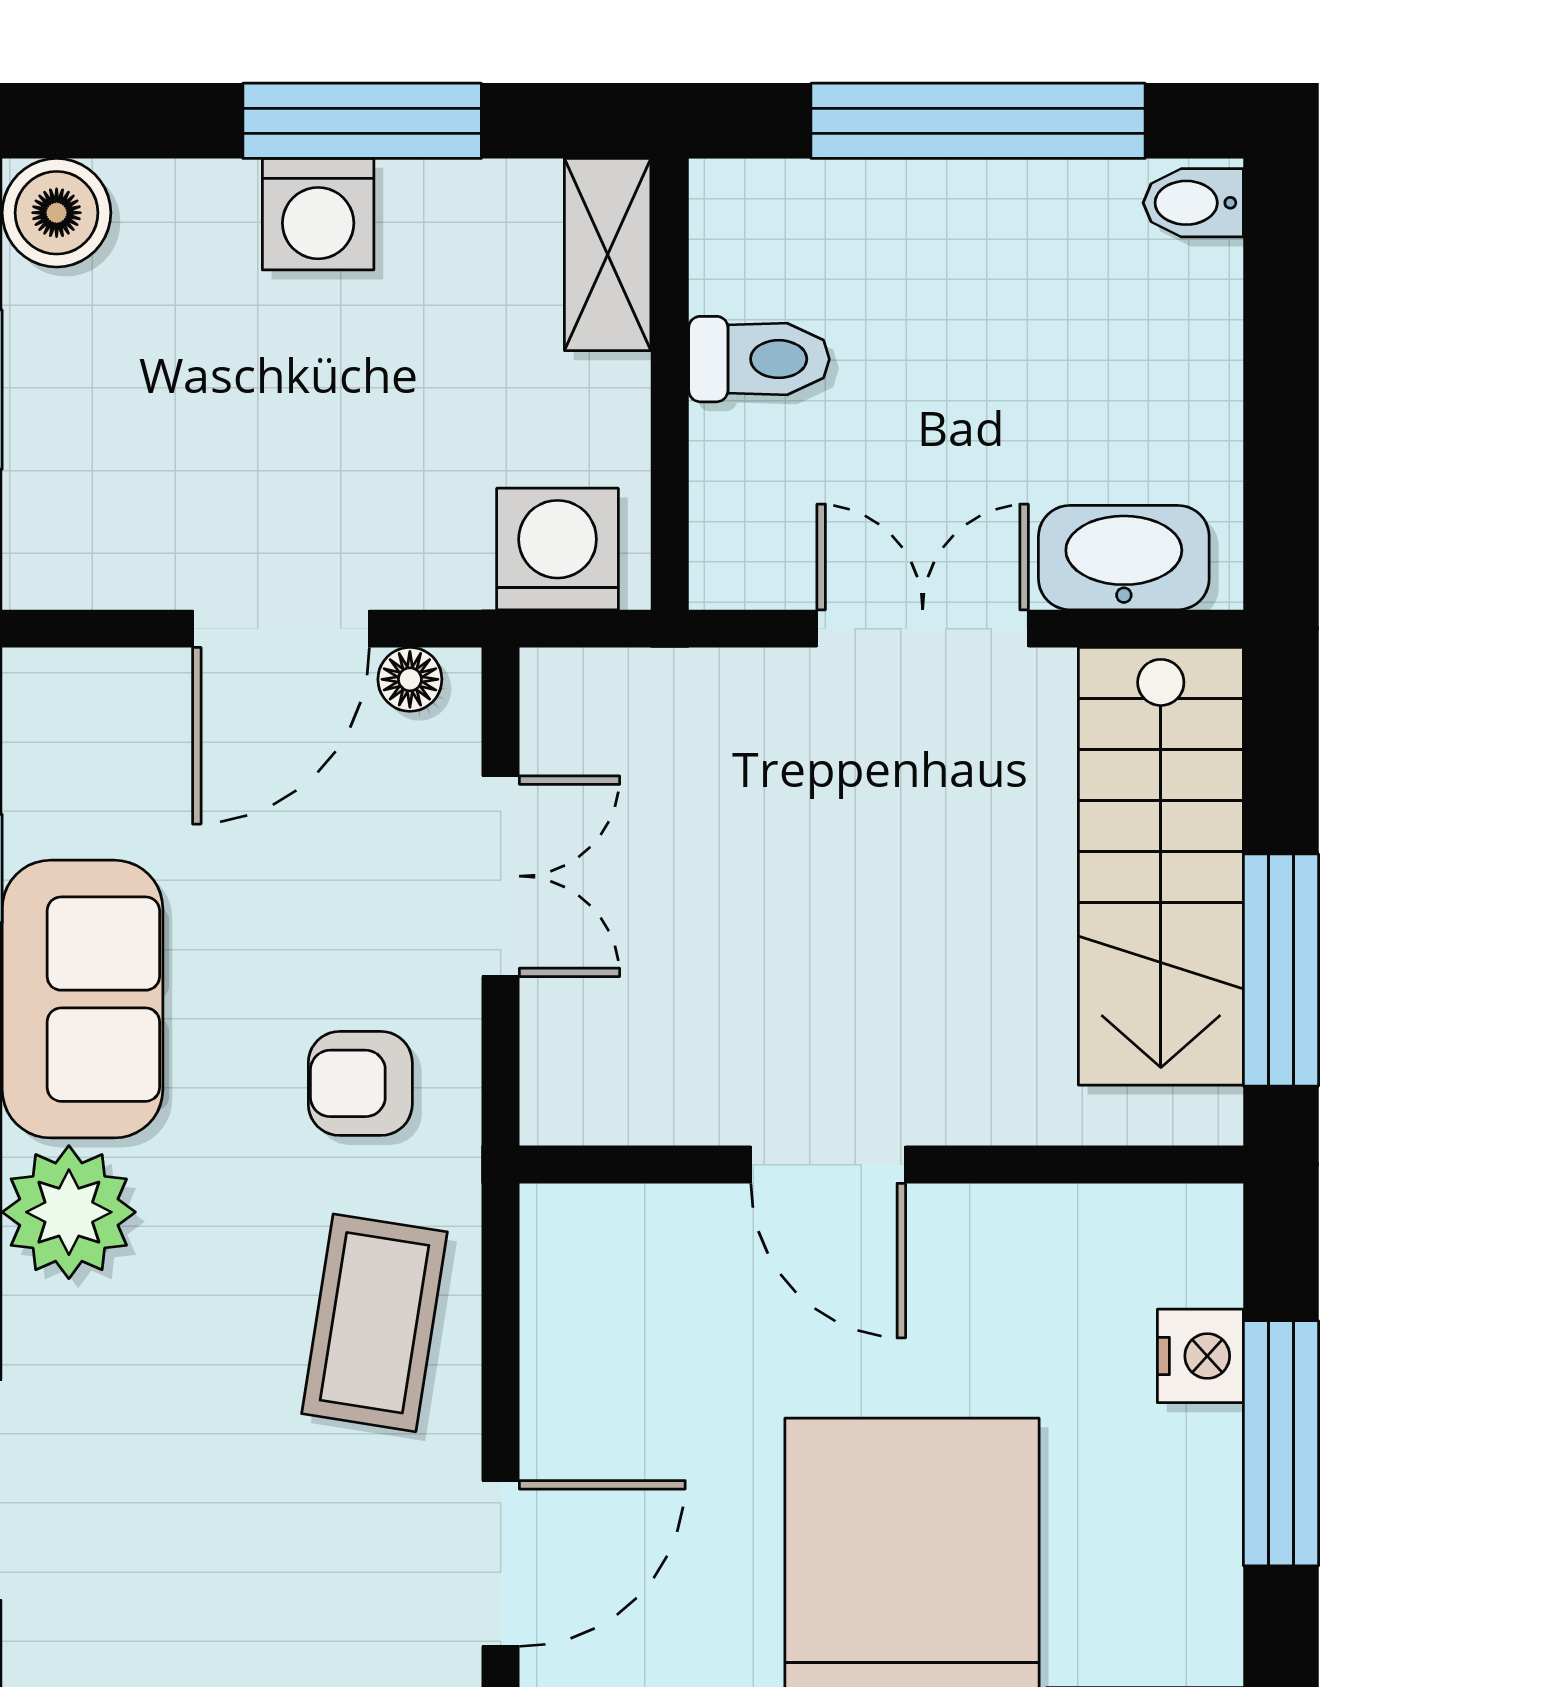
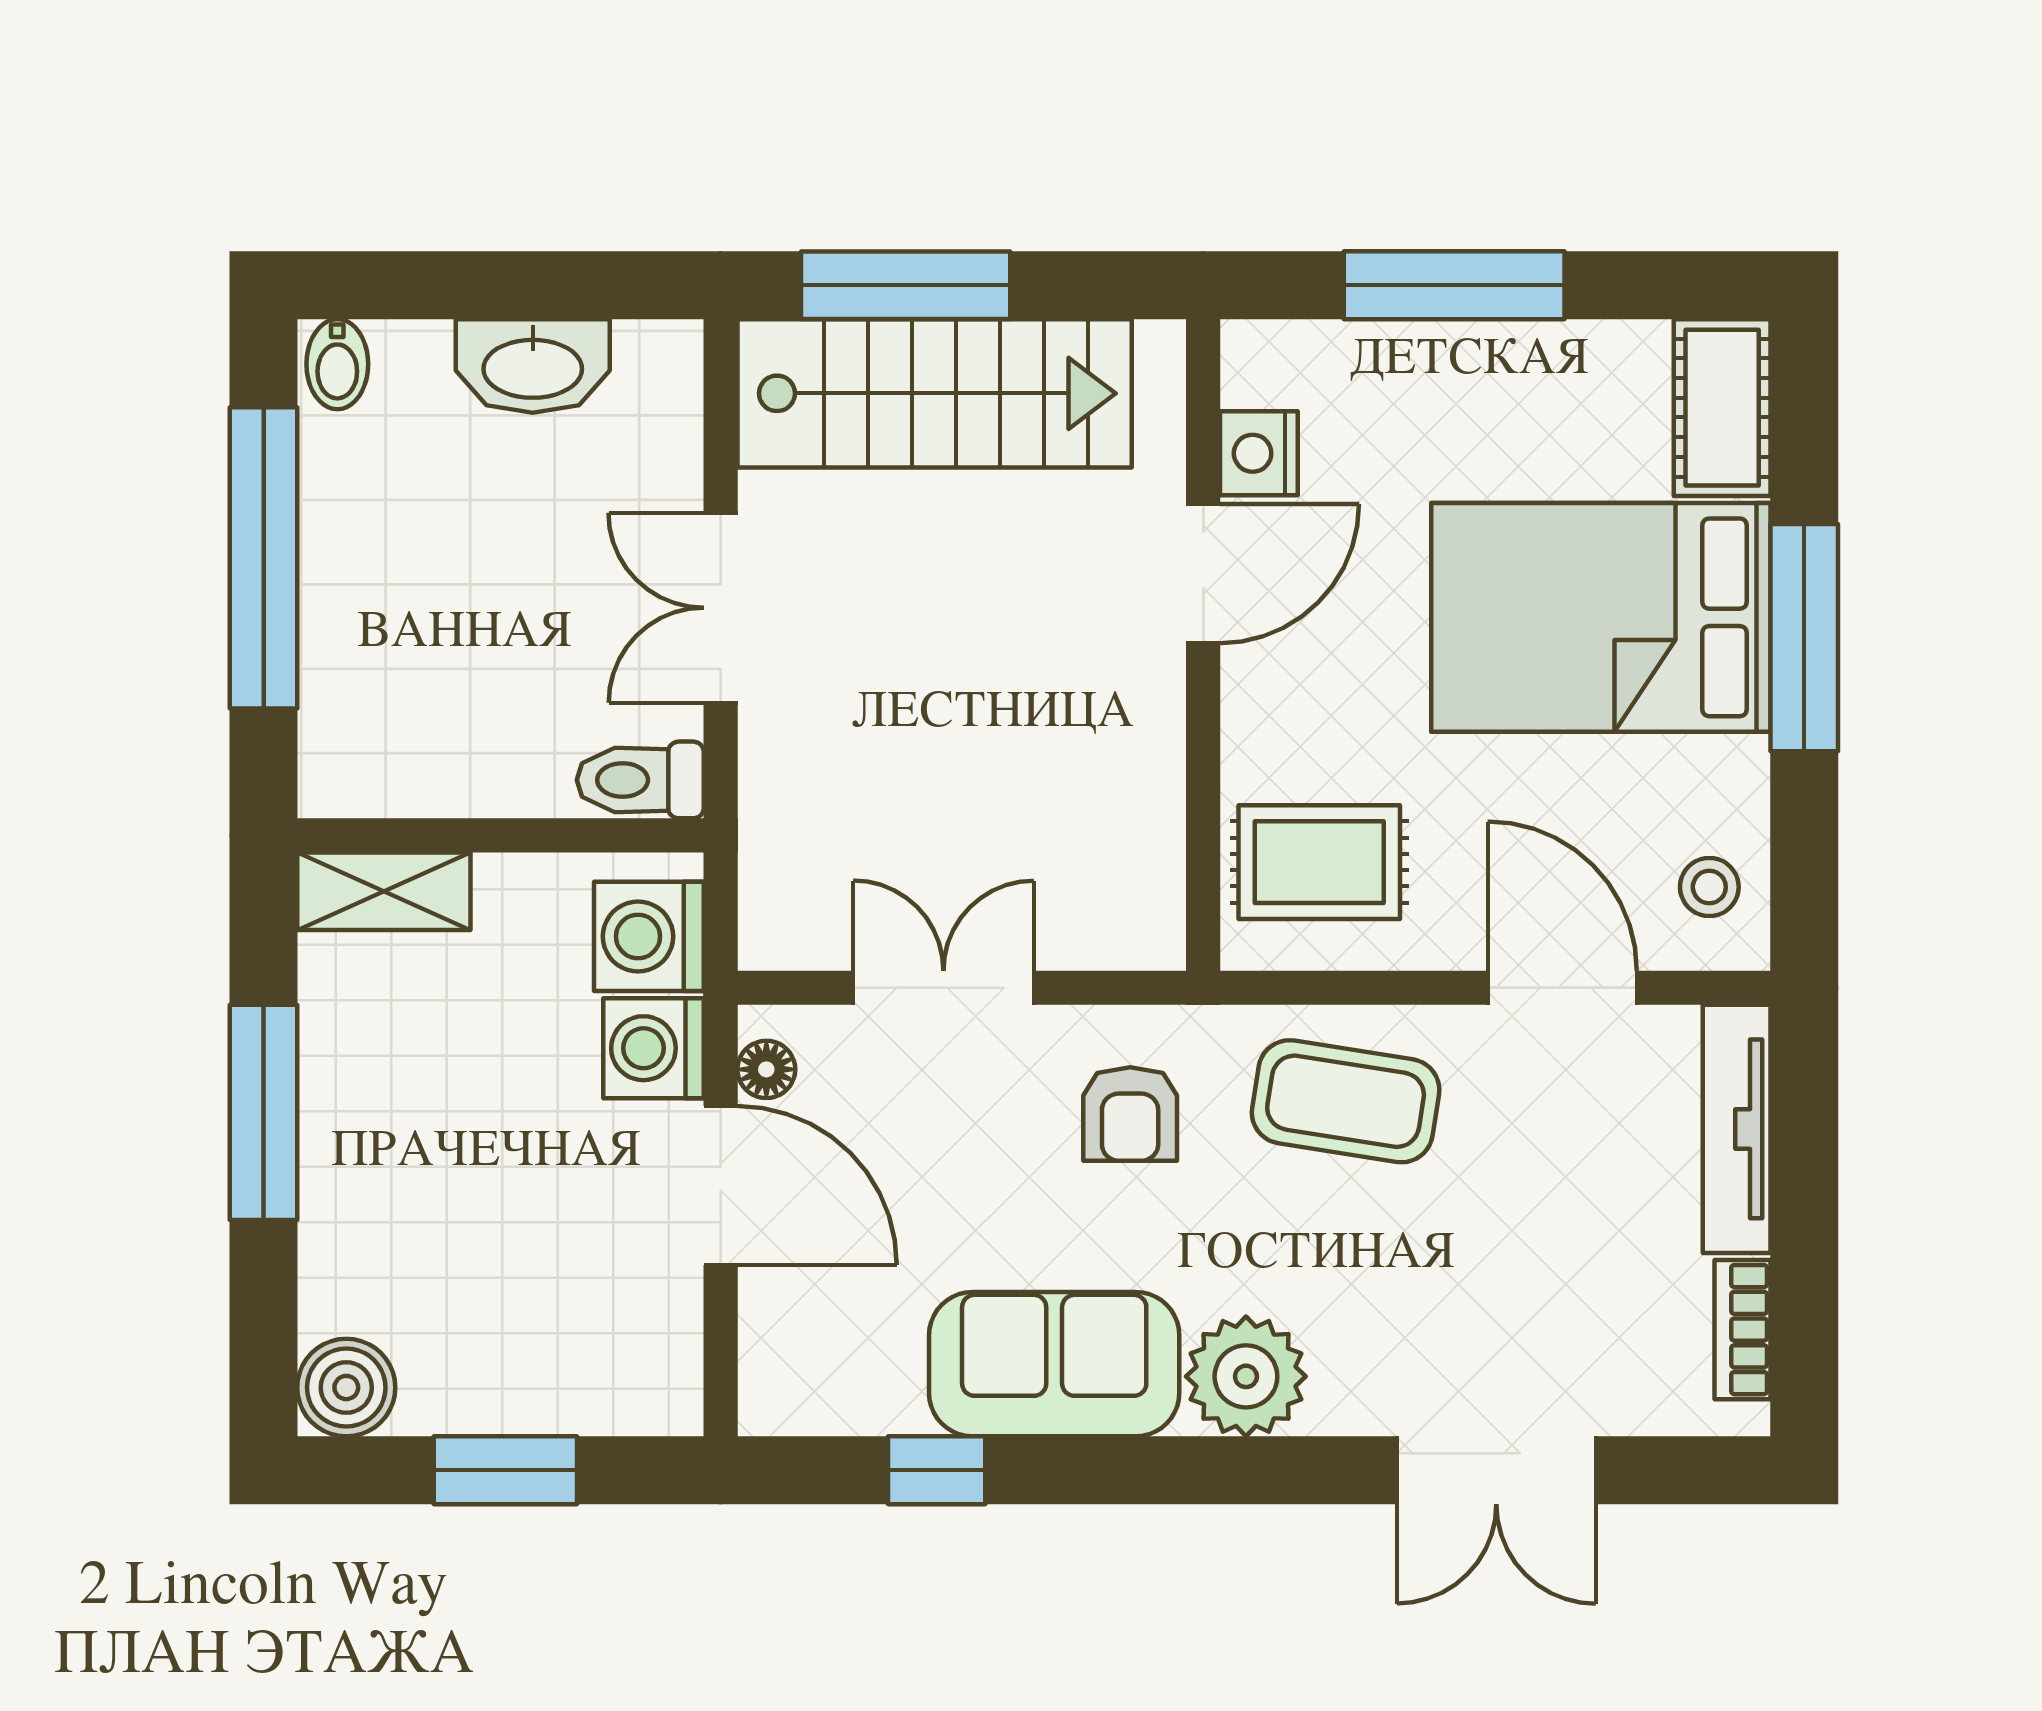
washing machine: (318, 214) -> (654, 1048), moved, turned 180
toilet: (759, 359) -> (640, 780), moved, turned -90
washbasin: (1124, 558) -> (533, 366), moved, turned -90
window: (1281, 970) -> (906, 285), moved
door: (828, 1165) -> (1203, 573), moved
rug: (640, 1294) -> (1319, 862), added
nightstand: (1200, 1356) -> (1259, 453), moved, turned -90

